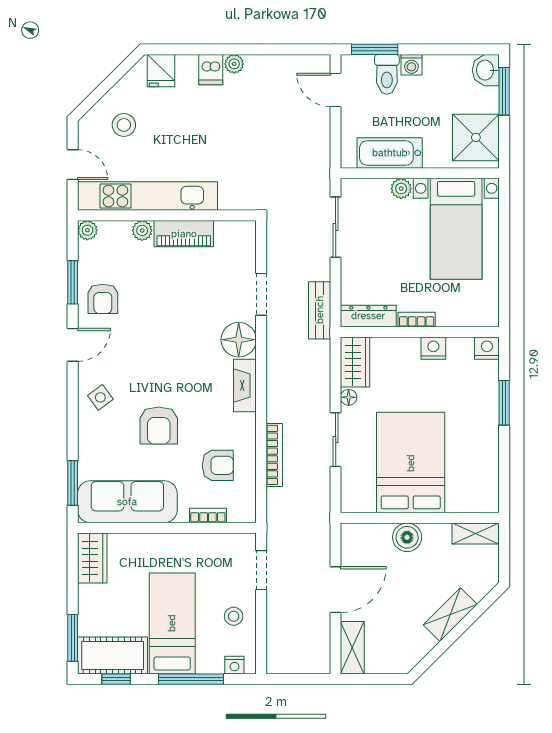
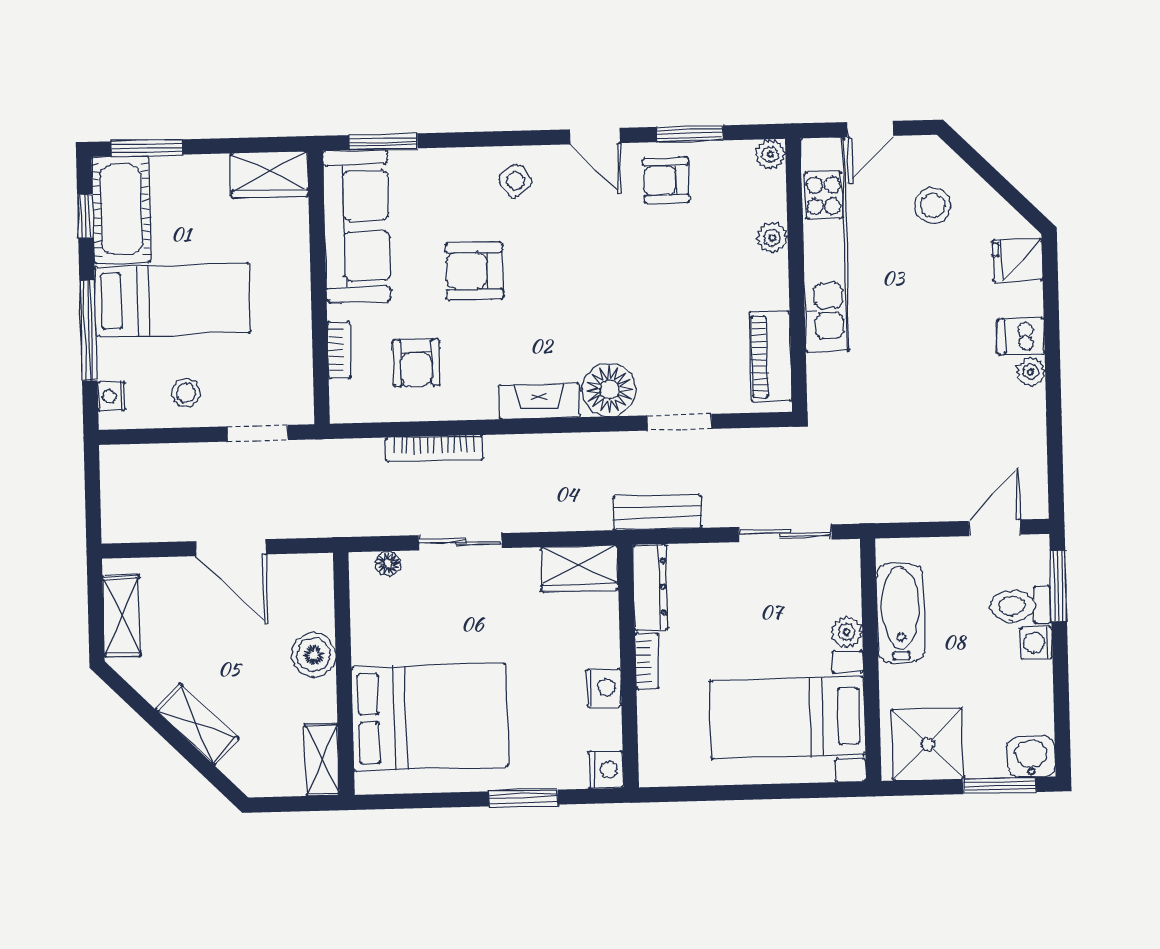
piano: (184, 234) -> (770, 357), moved
floor lamp: (349, 397) -> (388, 564), moved
bed: (411, 463) -> (430, 717), moved
shelving: (352, 648) -> (122, 616), moved, turned 90

